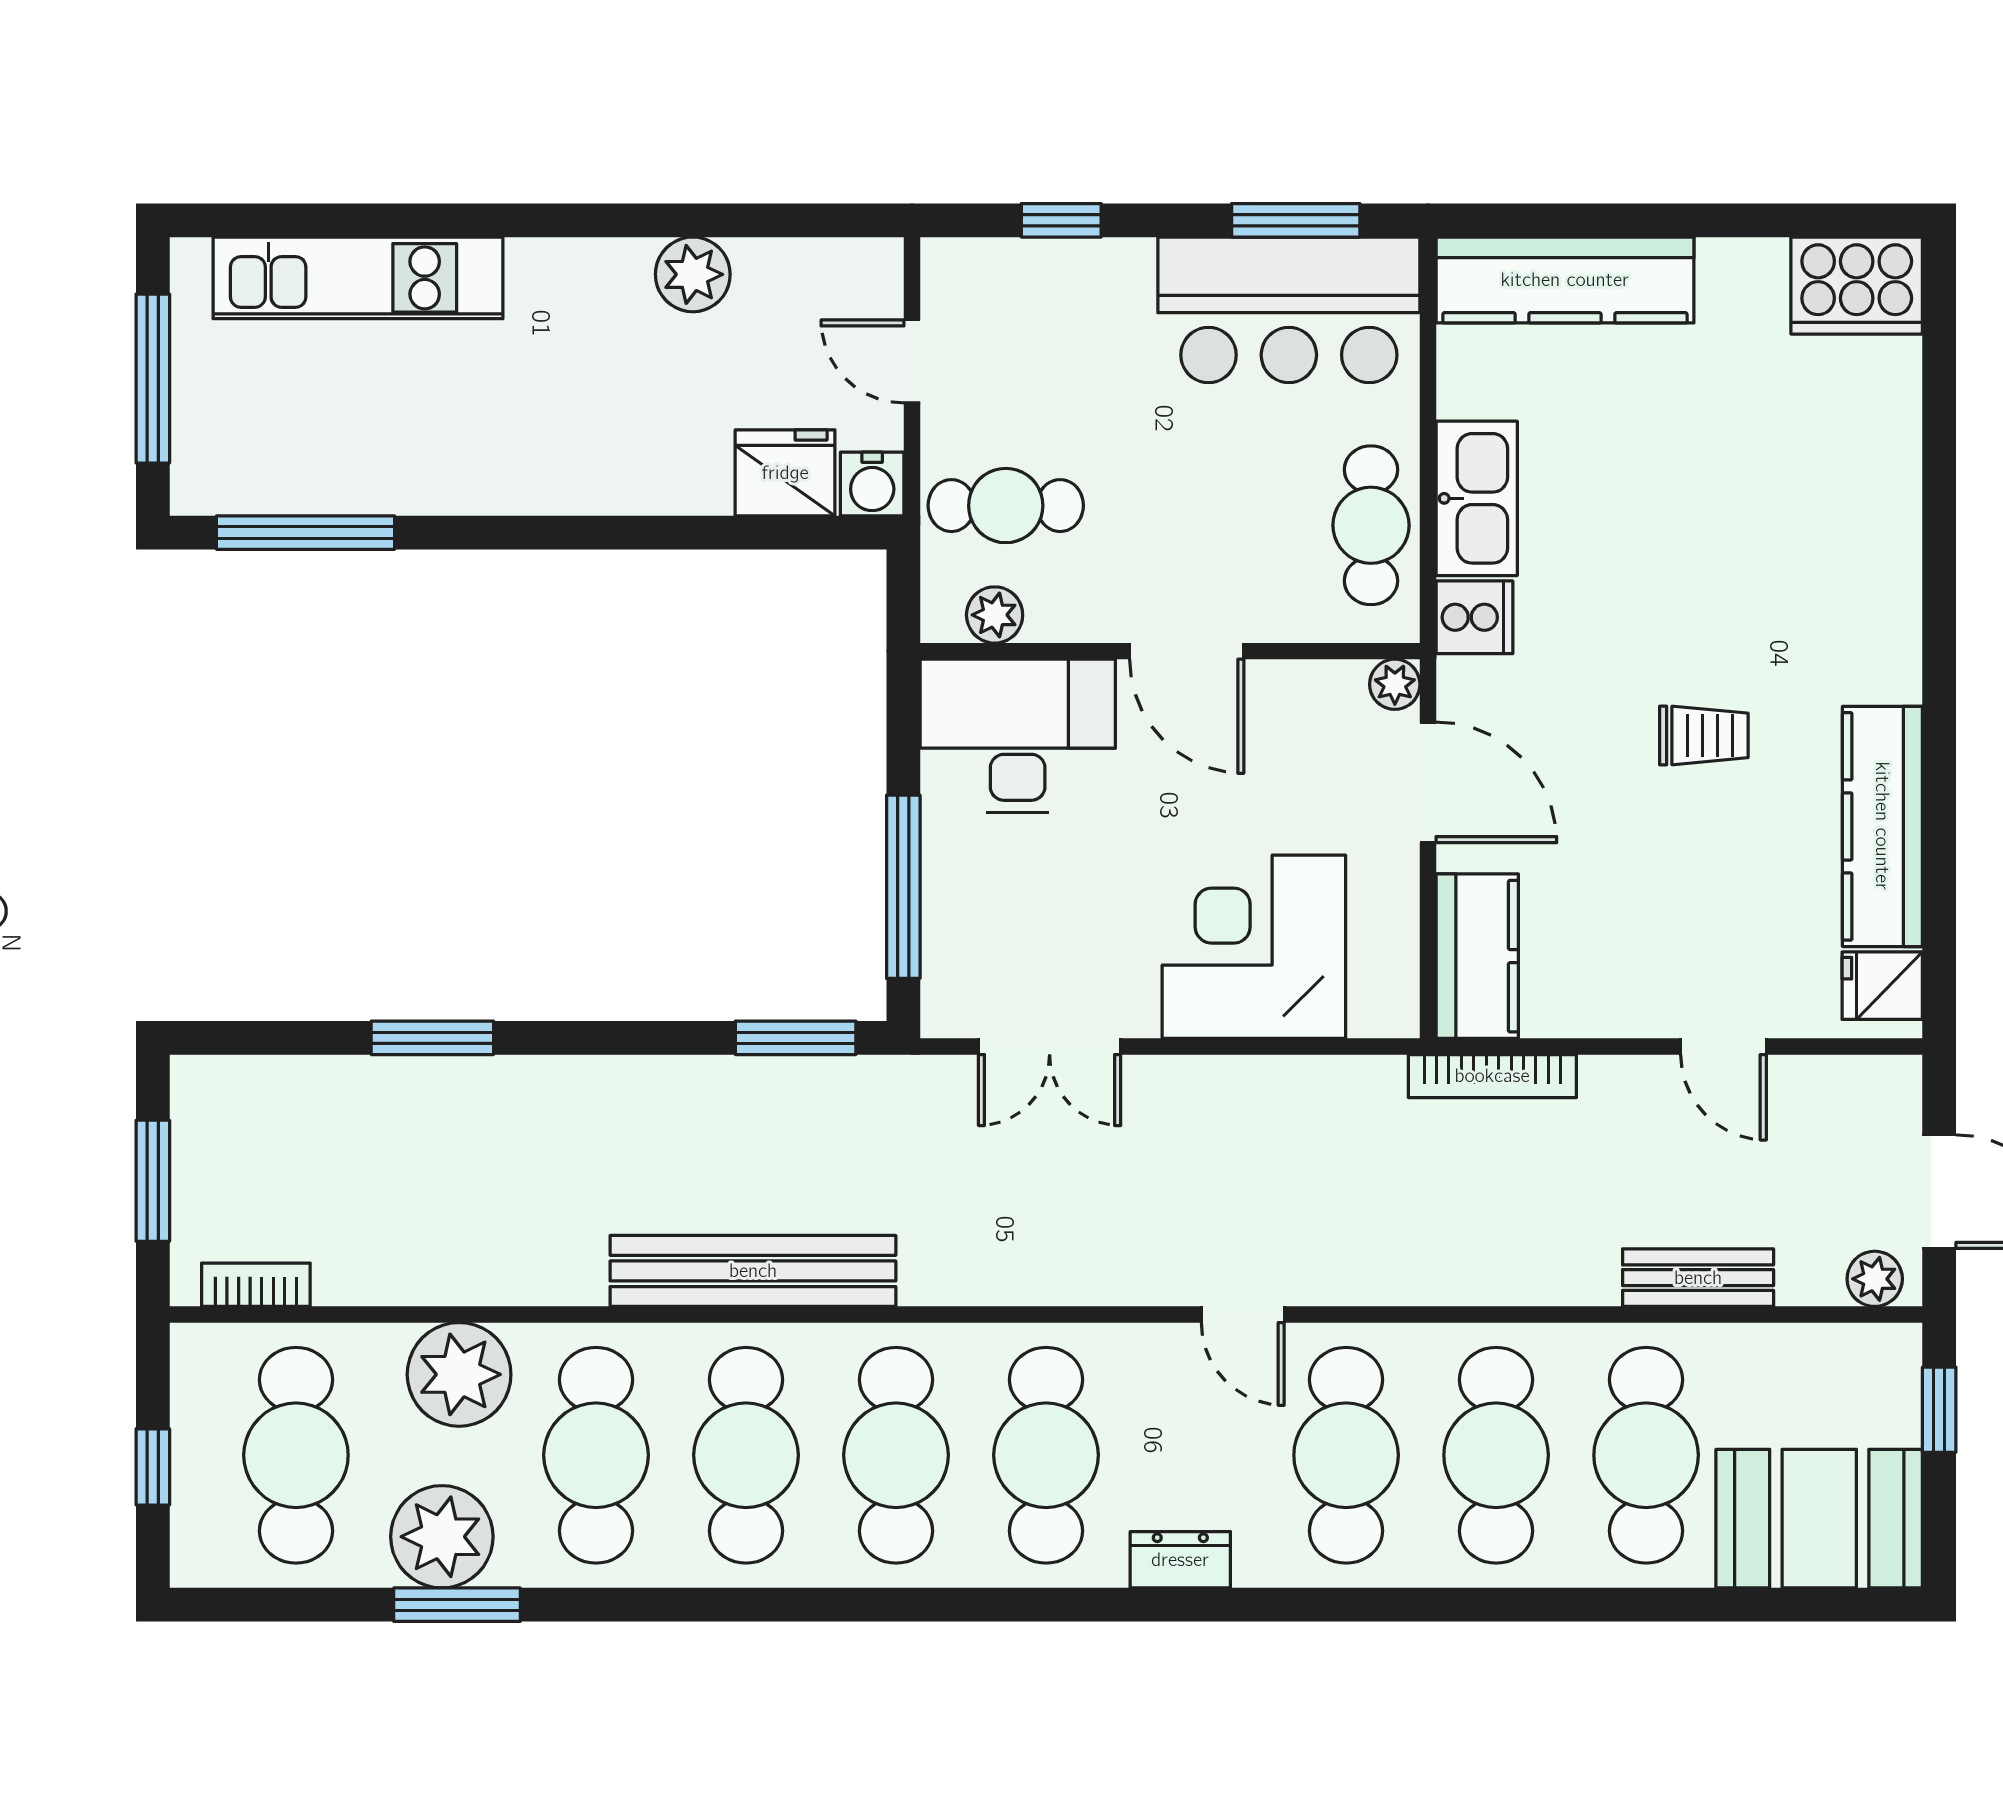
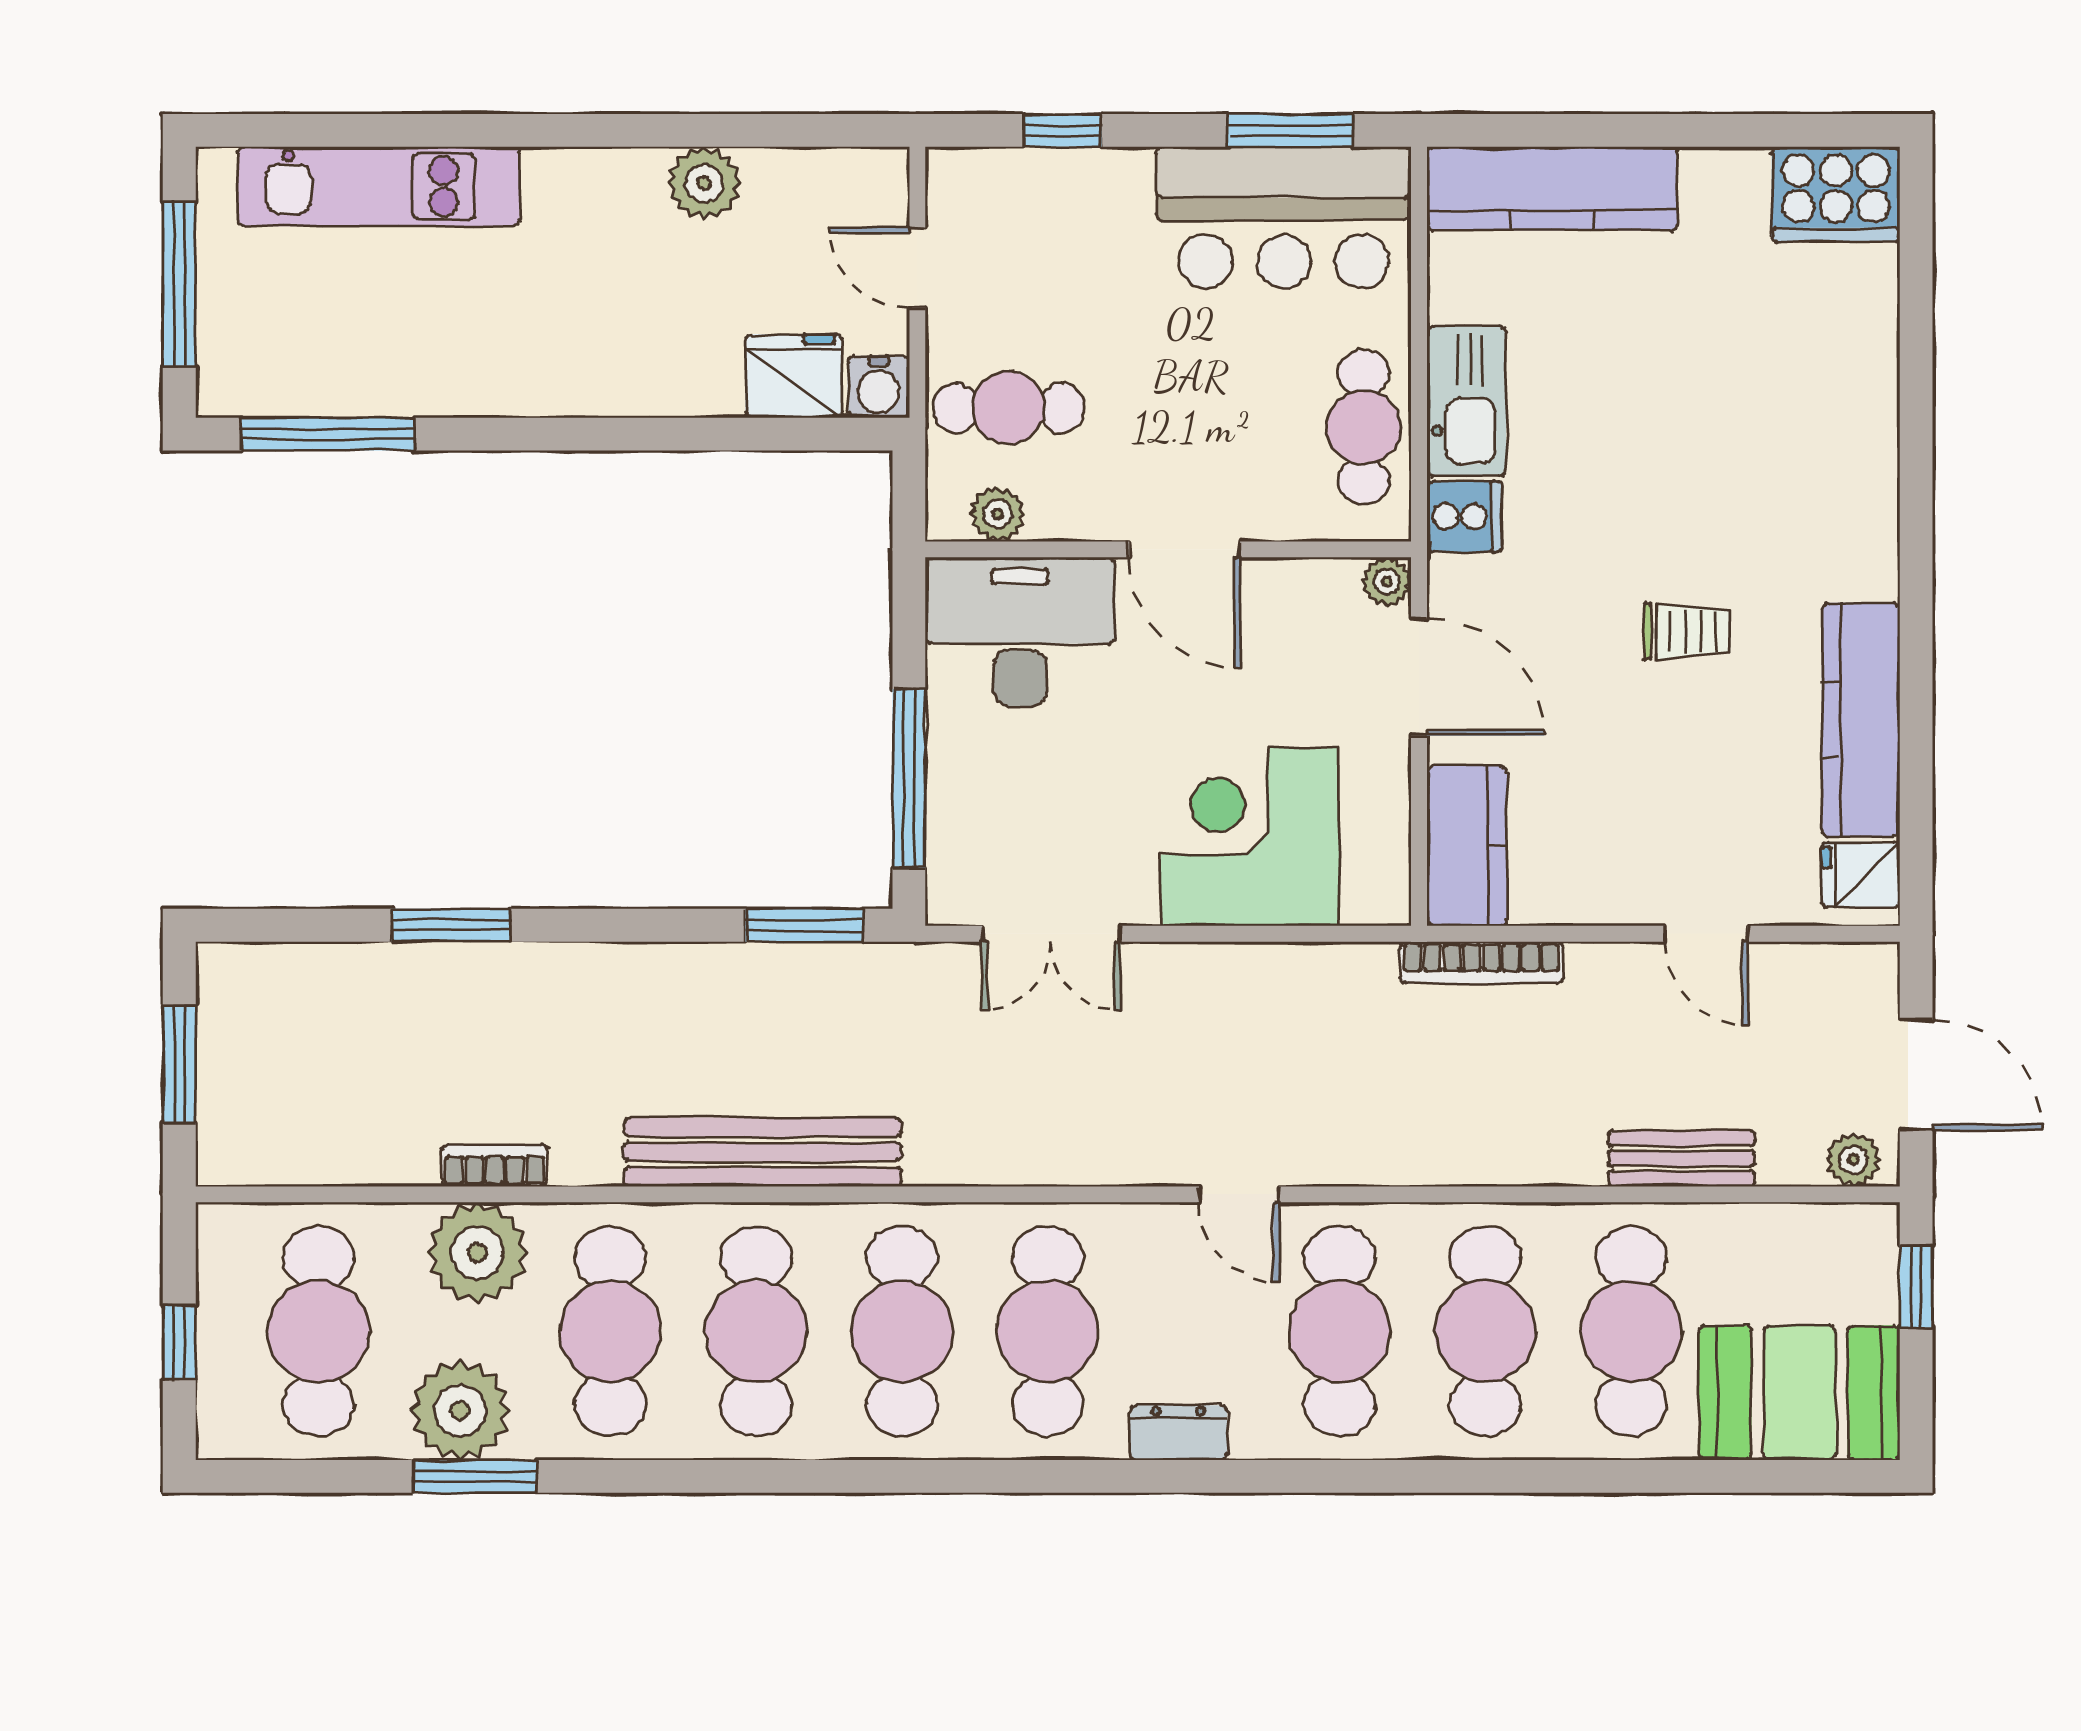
bookcase: (256, 1285) -> (495, 1165), moved

